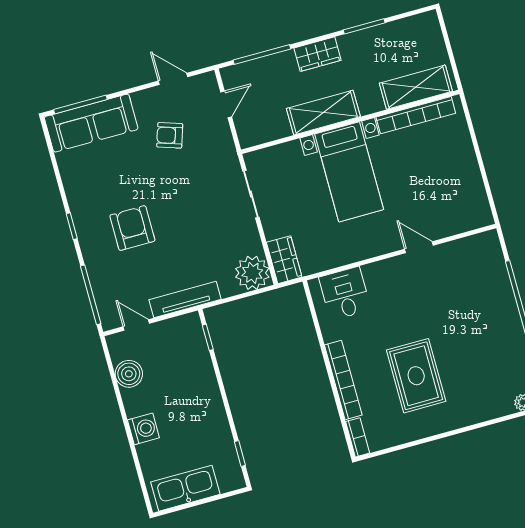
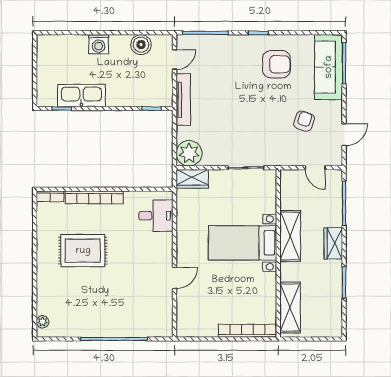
bookcase: (416, 115) -> (248, 331), moved, turned 90
armchair: (132, 228) -> (276, 64), moved
kitchen sink: (185, 488) -> (81, 96), moved, turned -90

